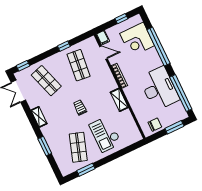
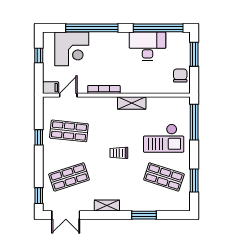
desk: (159, 89) -> (147, 46), width x0.73, depth x0.77
window: (127, 150) -> (194, 122), added

